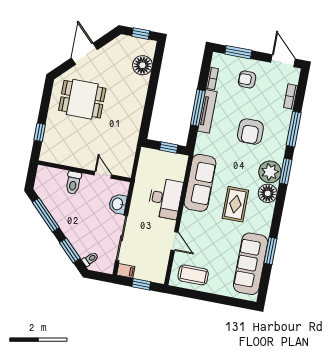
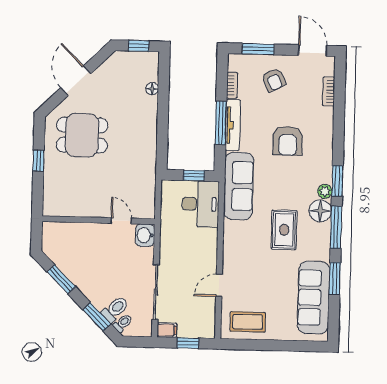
floor lamp: (142, 65) -> (152, 89), width x0.53, depth x0.53
armchair: (247, 79) -> (274, 80), turned -116
window: (294, 129) -> (336, 227), moved
window: (40, 132) -> (39, 161), moved
plant: (270, 172) -> (325, 191), width x0.53, depth x0.53
toilet: (73, 183) -> (115, 309), moved, turned -135
sofa: (200, 183) -> (239, 186), moved
desk: (165, 198) -> (201, 204), moved
washbasin: (118, 204) -> (145, 235), moved
window: (46, 215) -> (61, 279), width x0.69
door: (175, 241) -> (219, 285), swing flipped

